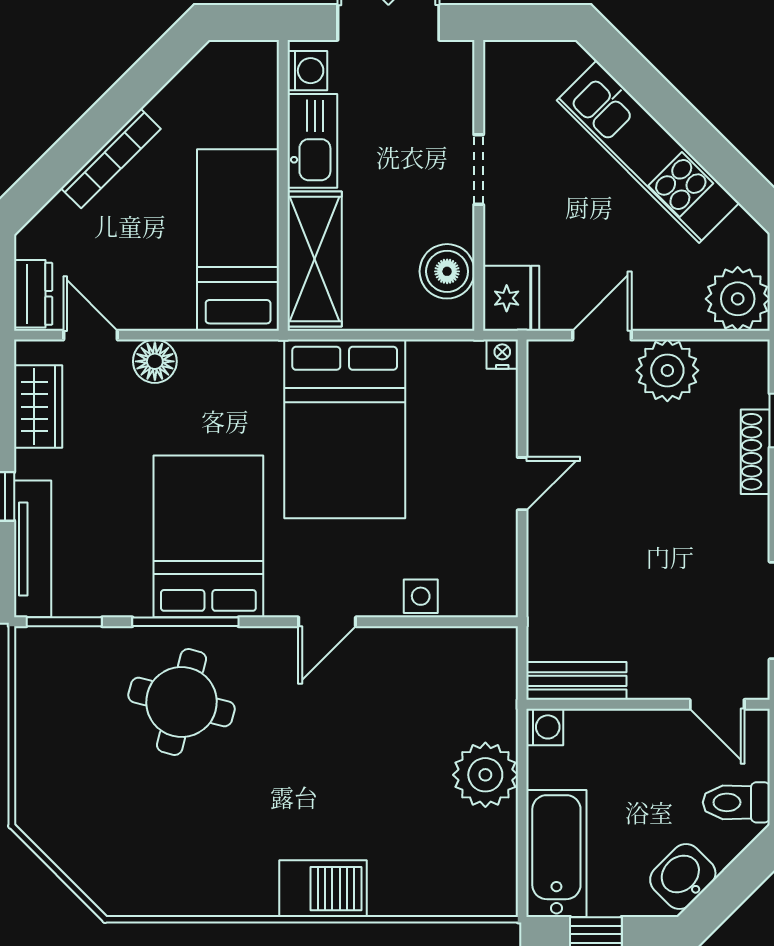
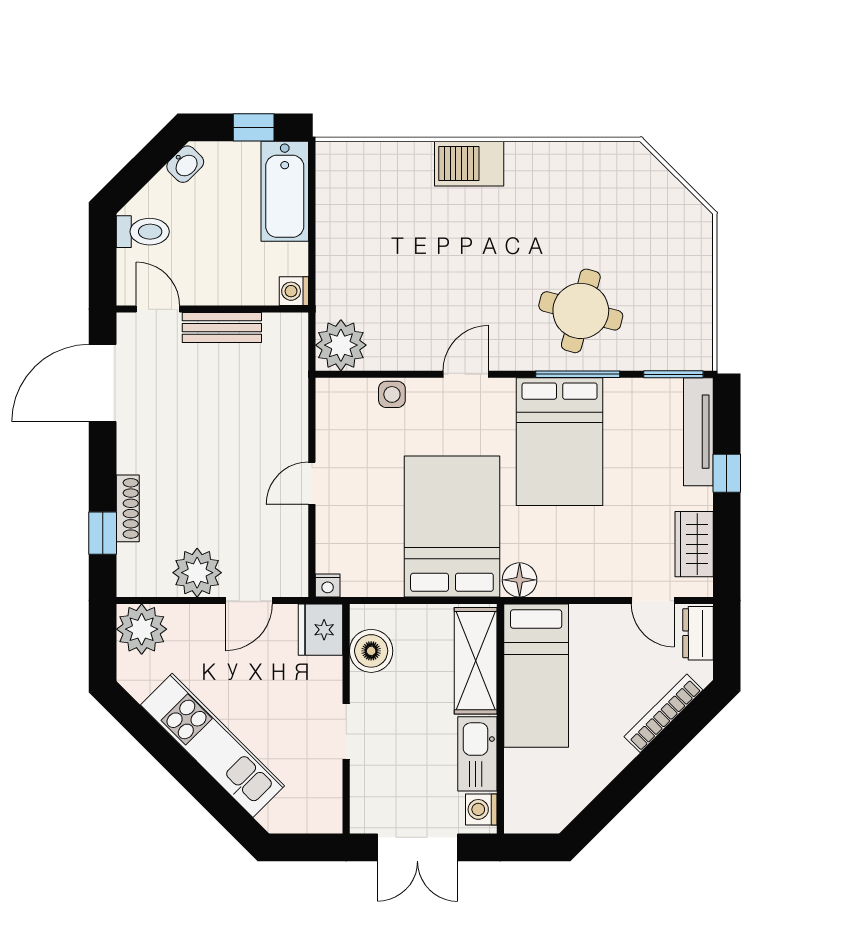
bookcase: (111, 158) -> (663, 713), moved
floor lamp: (155, 361) -> (520, 580), moved
bench: (576, 681) -> (222, 328), moved
plant: (485, 775) -> (341, 345), moved
washbasin: (683, 876) -> (185, 164), width x0.72, depth x0.69

